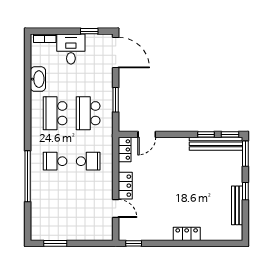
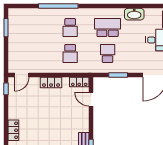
school desk: (88, 113) -> (108, 53), width x0.54
school desk: (55, 161) -> (70, 28), turned 180
door: (116, 209) -> (22, 75), moved

